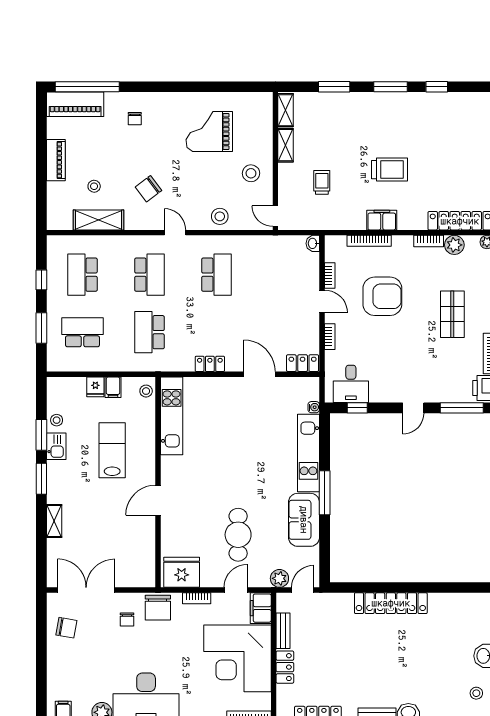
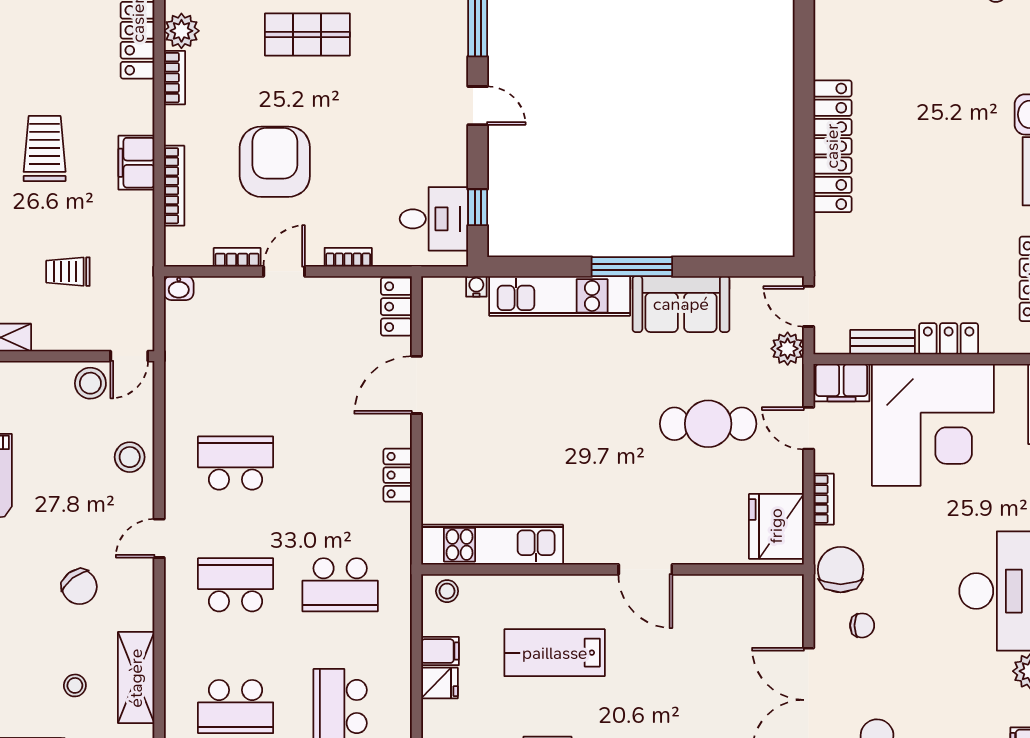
stool: (251, 173) -> (90, 383), moved
chair: (158, 608) -> (841, 570), turned -90

